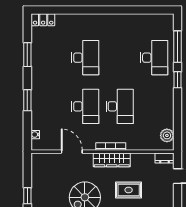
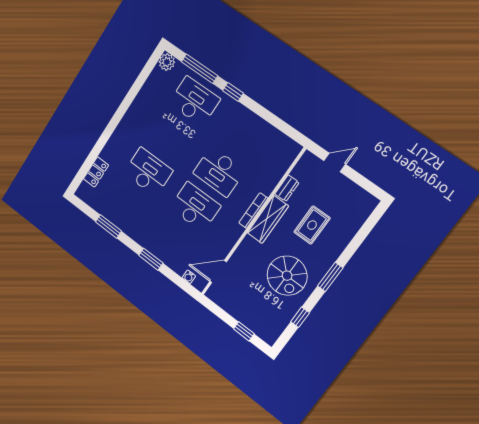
locker: (43, 20) -> (96, 172), moved
desk: (120, 106) -> (219, 172), turned 180
plant: (167, 135) -> (167, 62), moved
door: (72, 152) -> (218, 272), moved
dresser: (164, 158) -> (287, 188), moved

